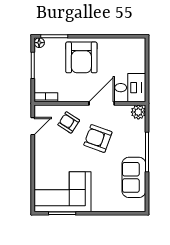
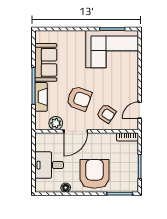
floor lamp: (39, 43) -> (66, 188), moved
desk: (130, 88) -> (49, 165), moved
plant: (138, 112) -> (56, 123), moved
fireplace: (139, 140) -> (41, 97), added

